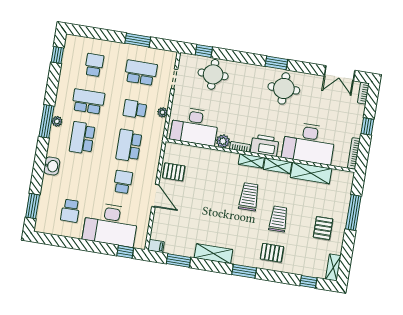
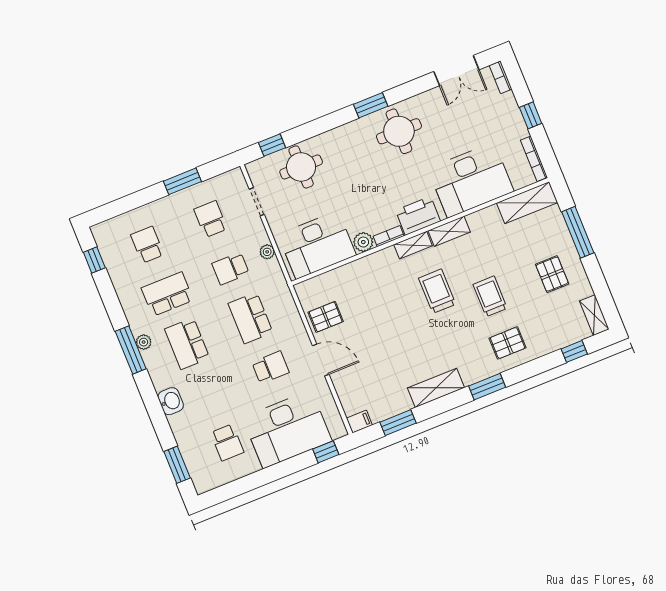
school desk: (141, 73) -> (211, 219), width x0.54
shelving: (311, 173) -> (527, 203), moved
school desk: (123, 182) -> (270, 367), turned 90

